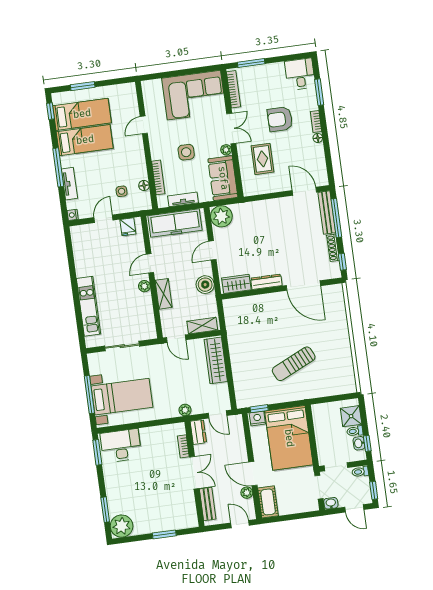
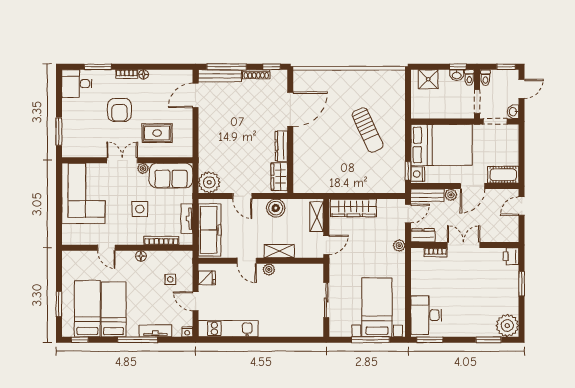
bookcase: (234, 89) -> (83, 153), removed
floor lamp: (144, 185) -> (141, 256), moved
kitchen unit: (88, 306) -> (228, 329), moved
toilet: (355, 431) -> (469, 78), moved
plant: (247, 493) -> (451, 195), moved
bench: (208, 504) -> (427, 195), moved
printer: (190, 520) -> (511, 256), added

